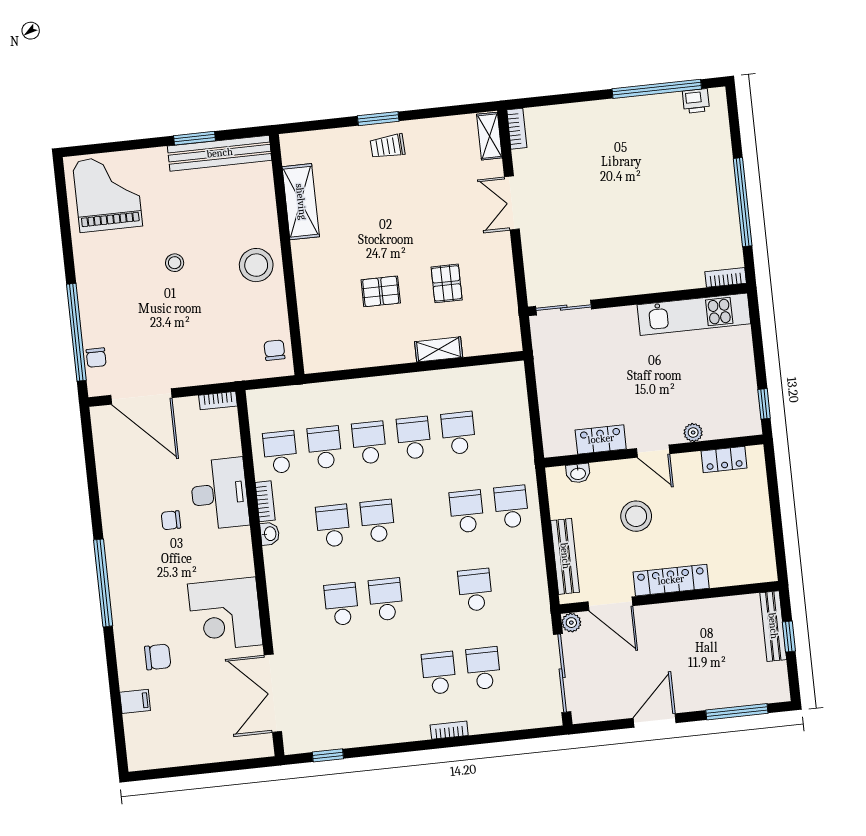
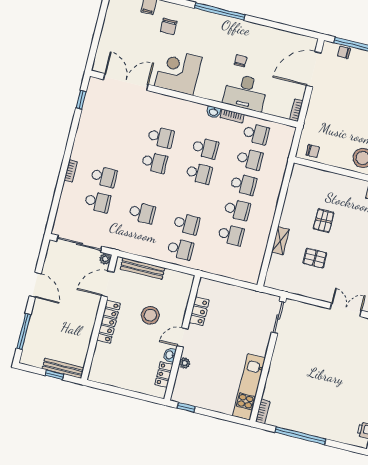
washbasin: (578, 473) -> (170, 355), moved

